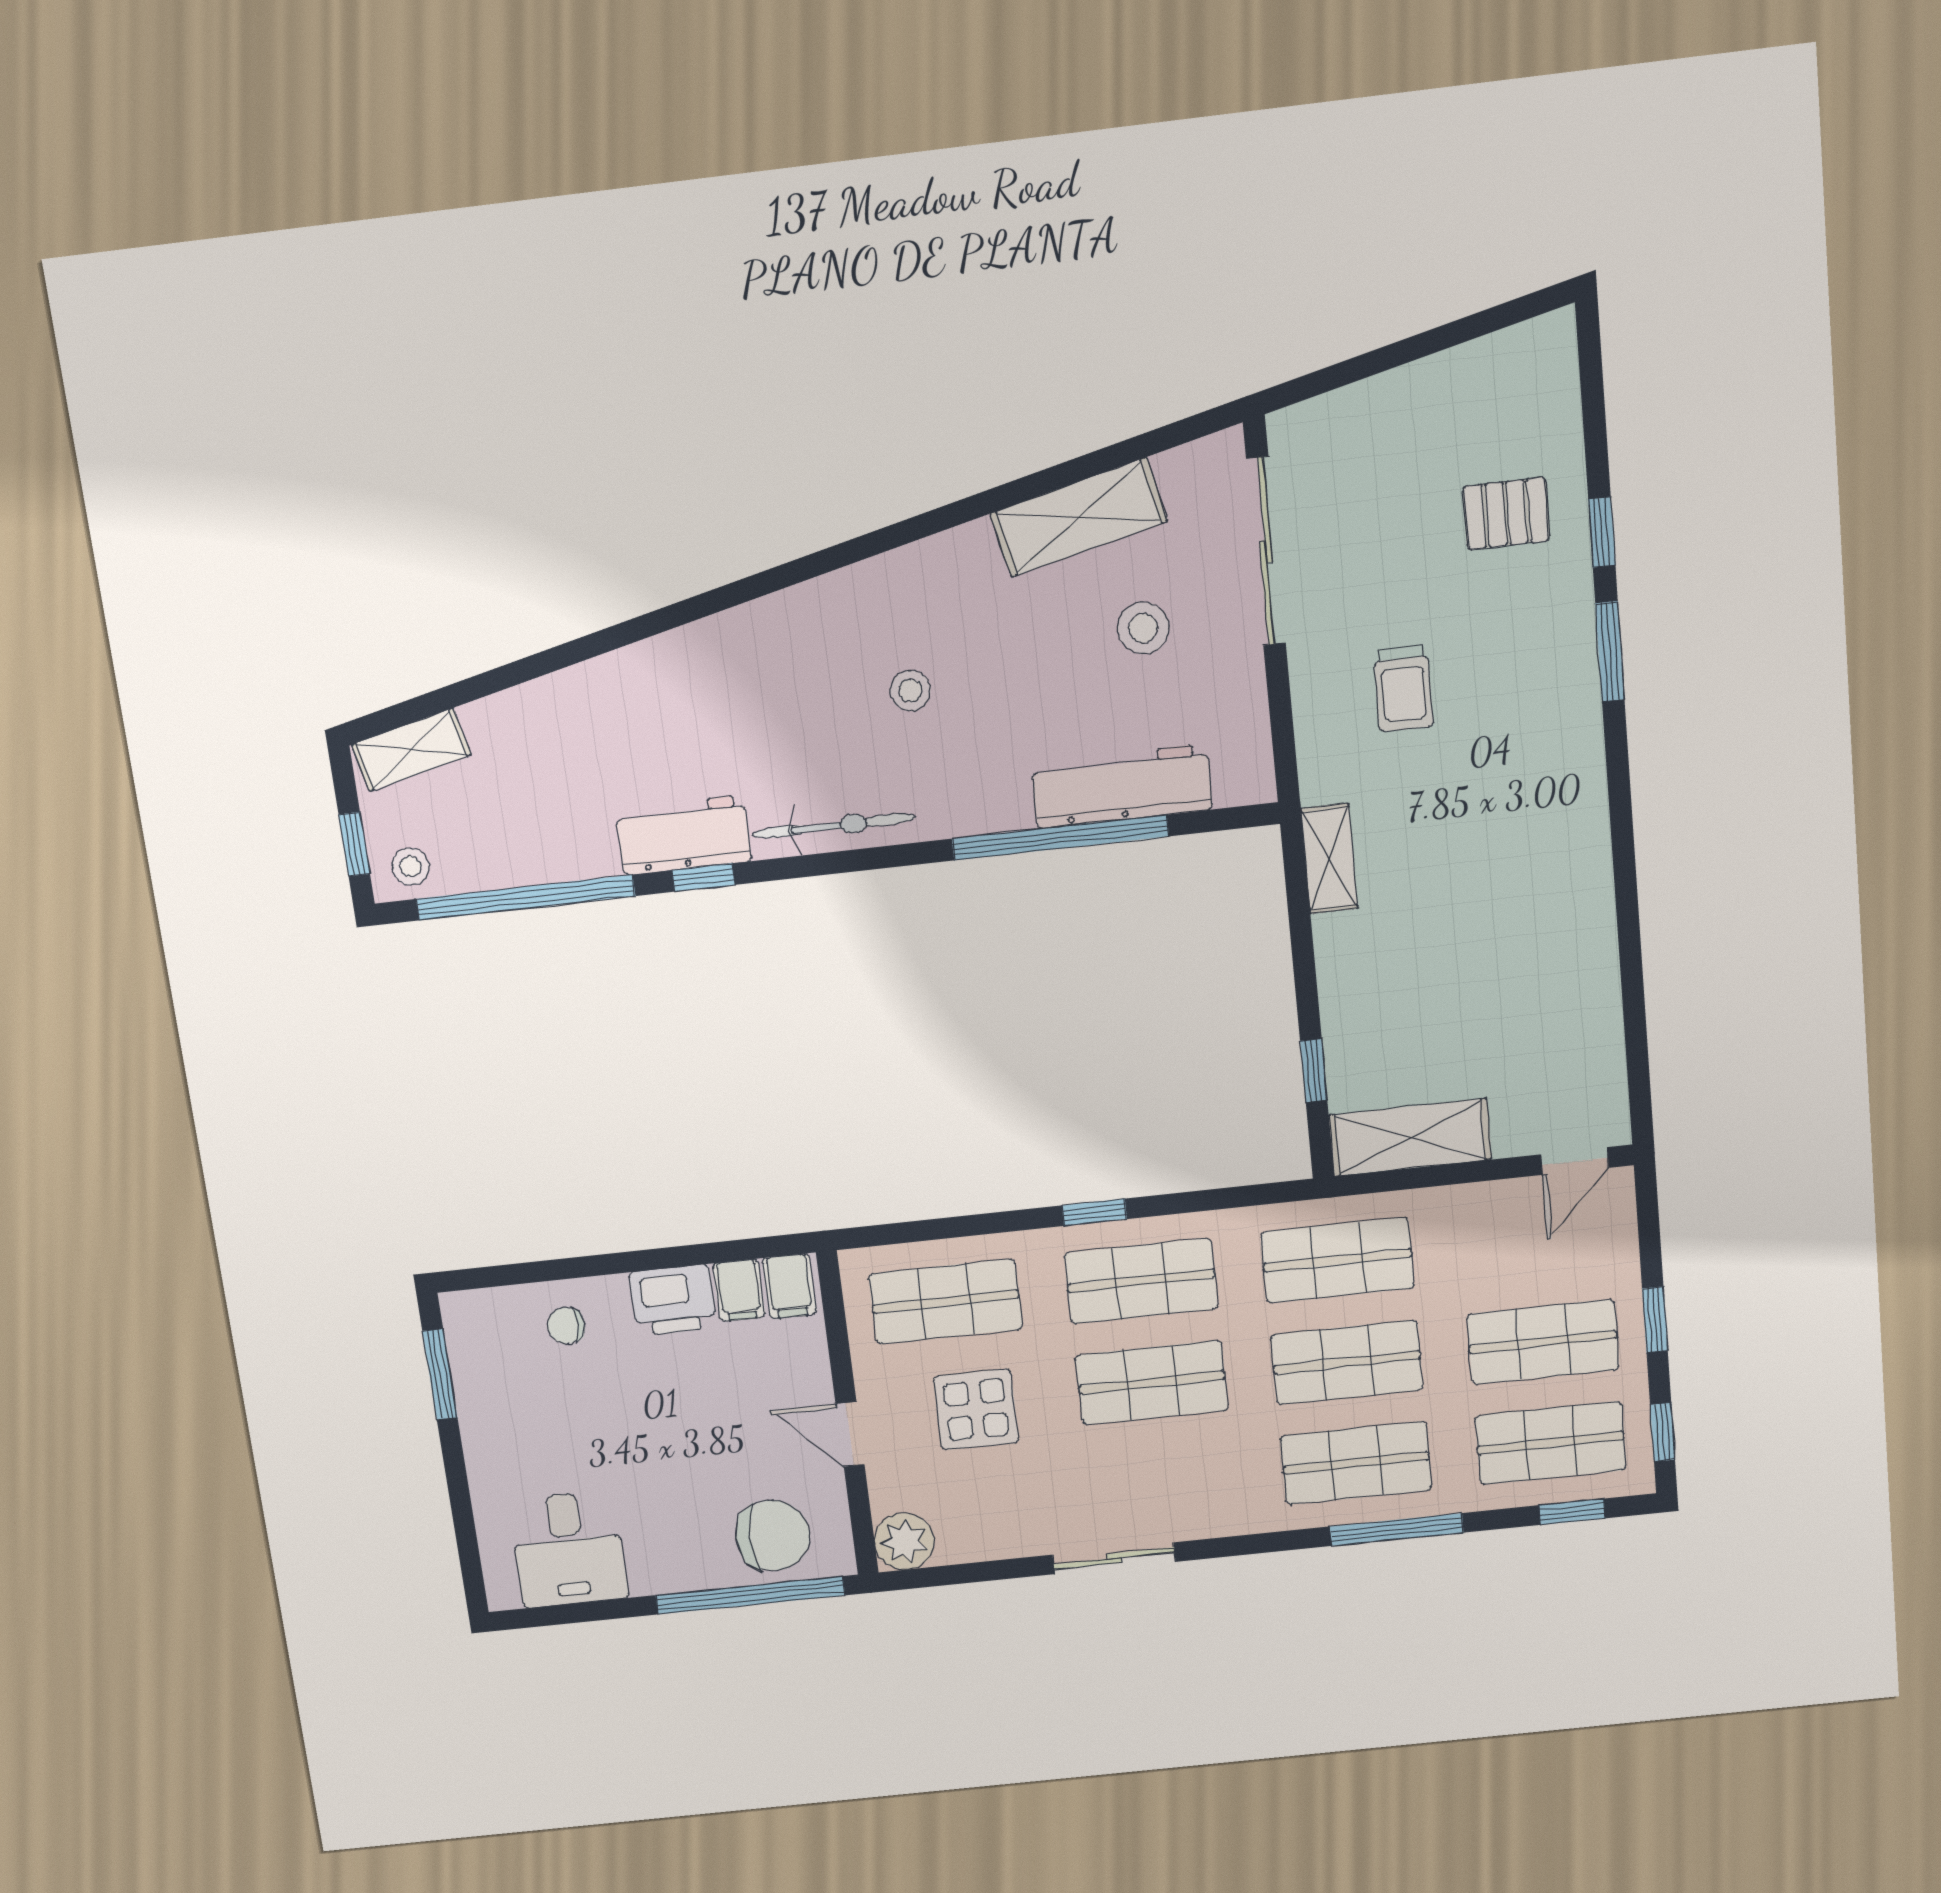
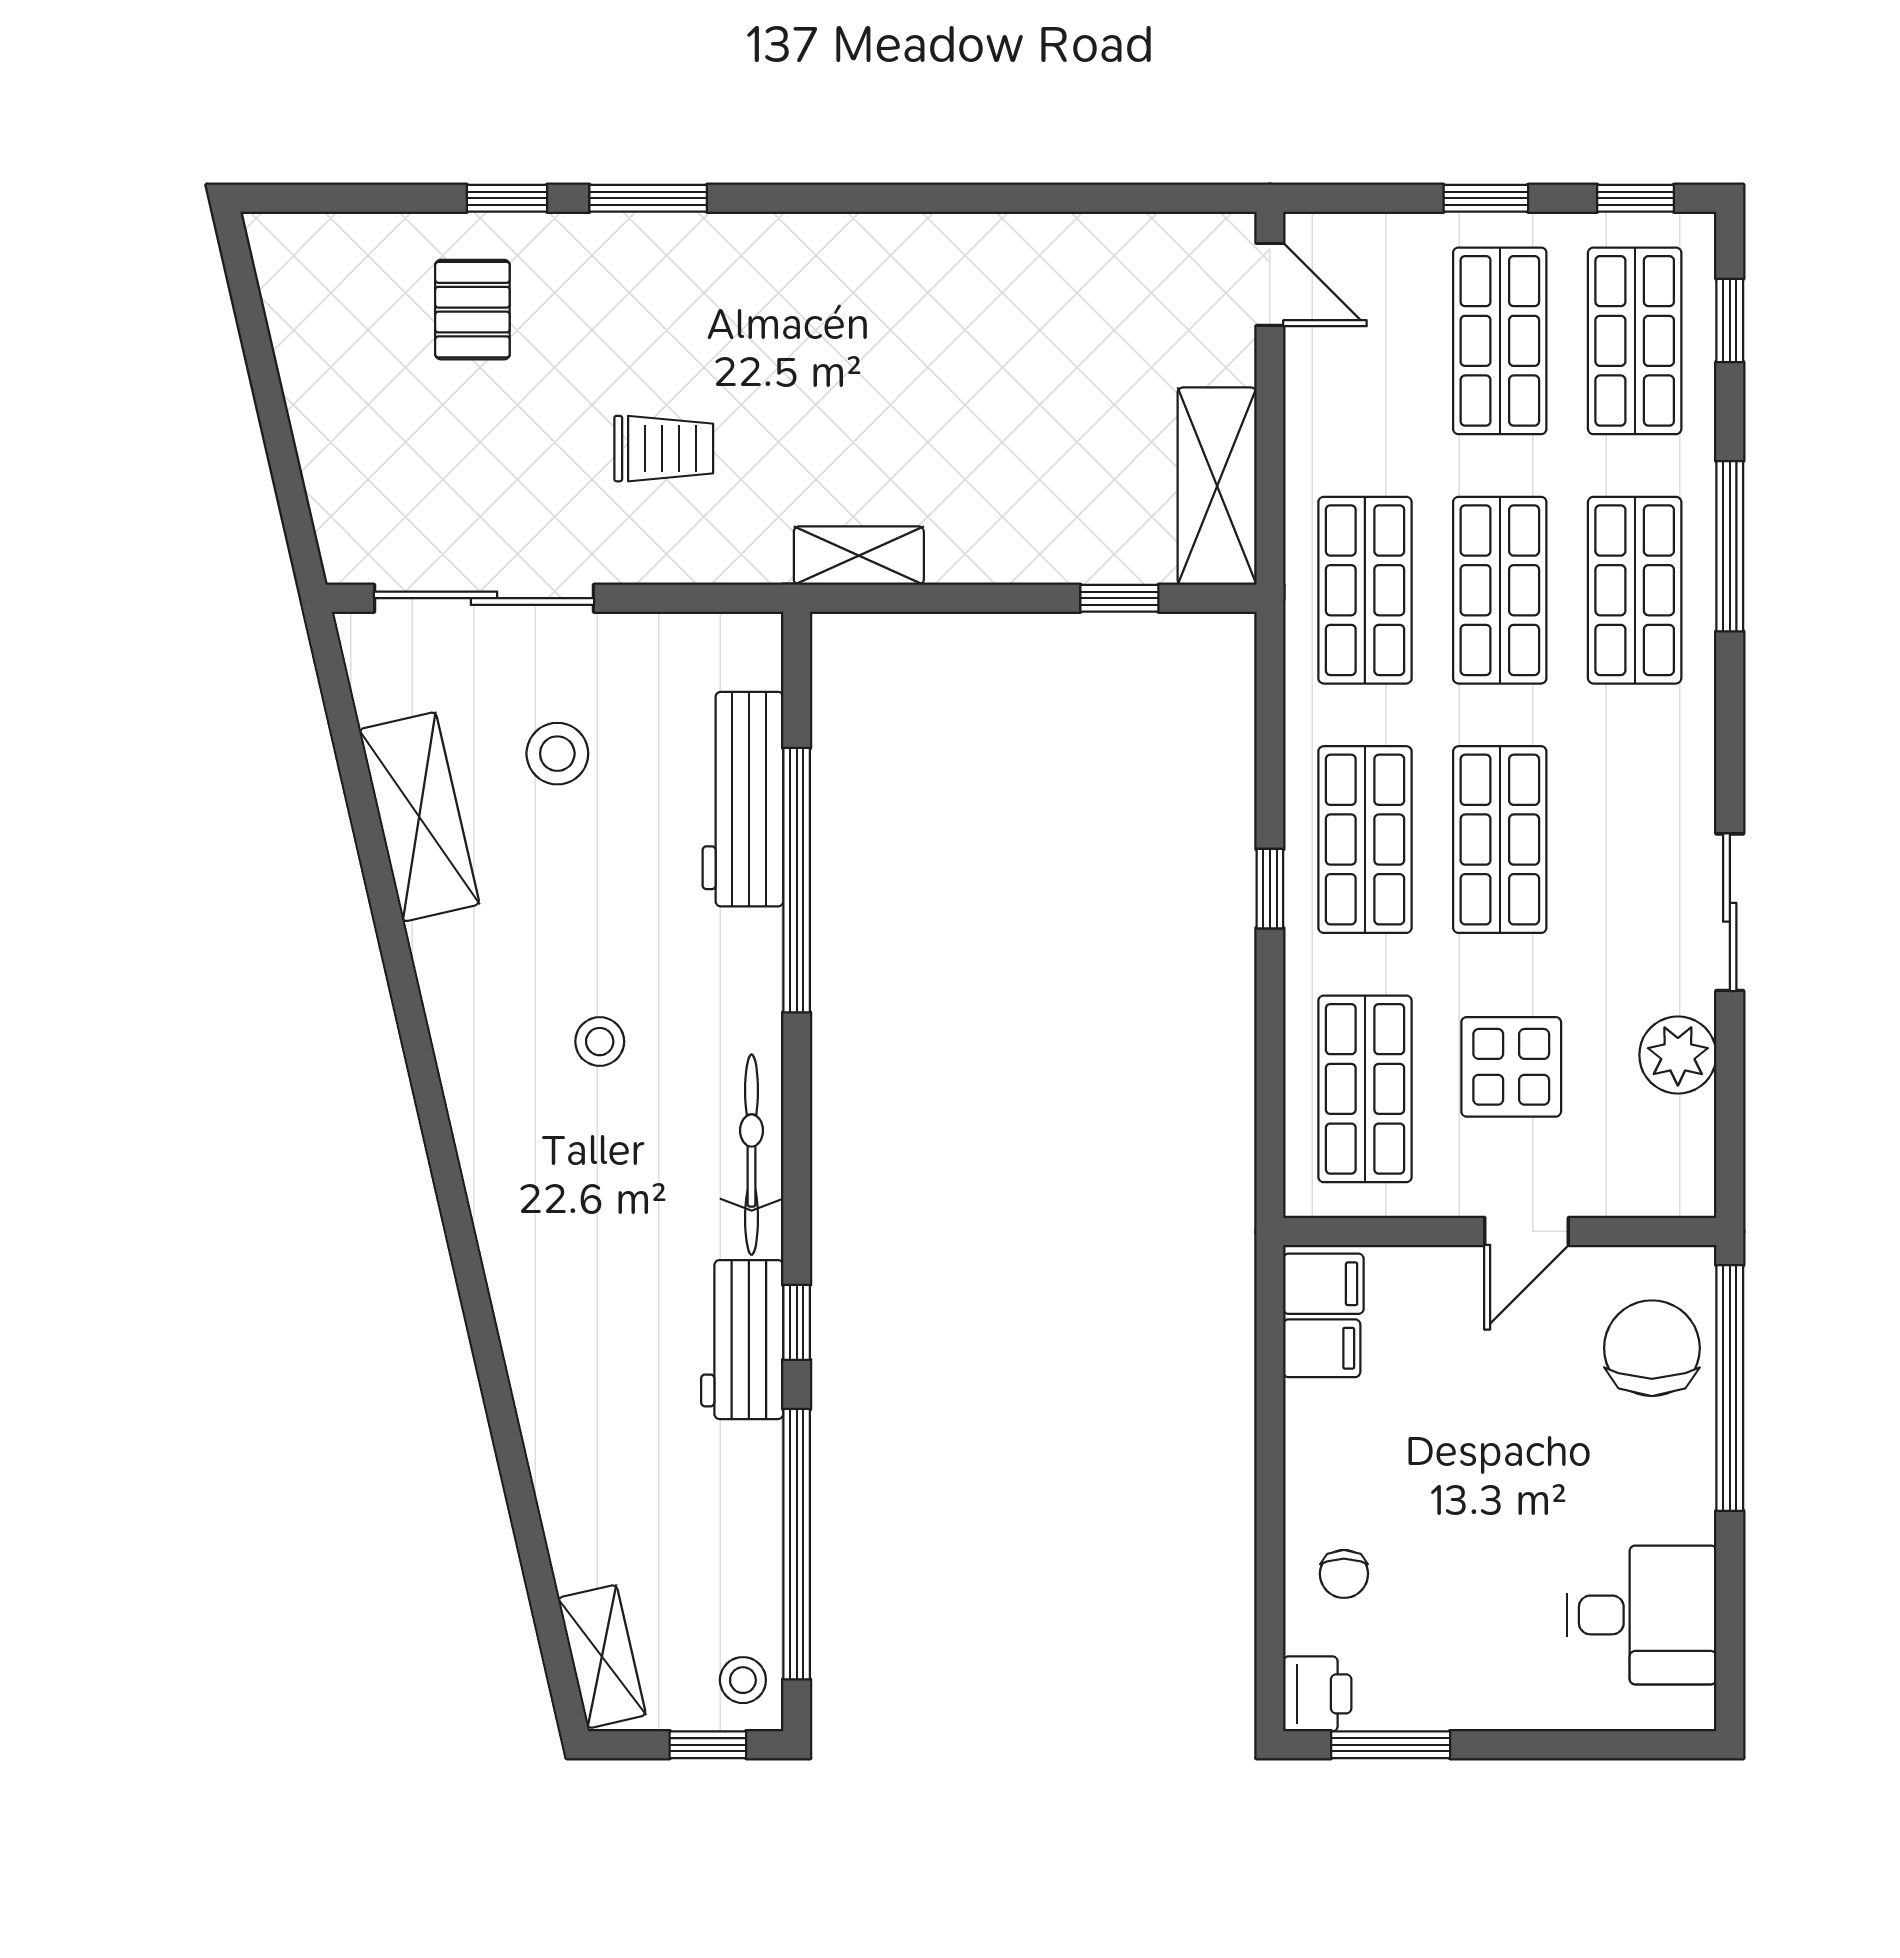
printer: (673, 1300) -> (1317, 1694), moved, width x0.73, depth x0.81
plant: (904, 1541) -> (1678, 1055), moved

